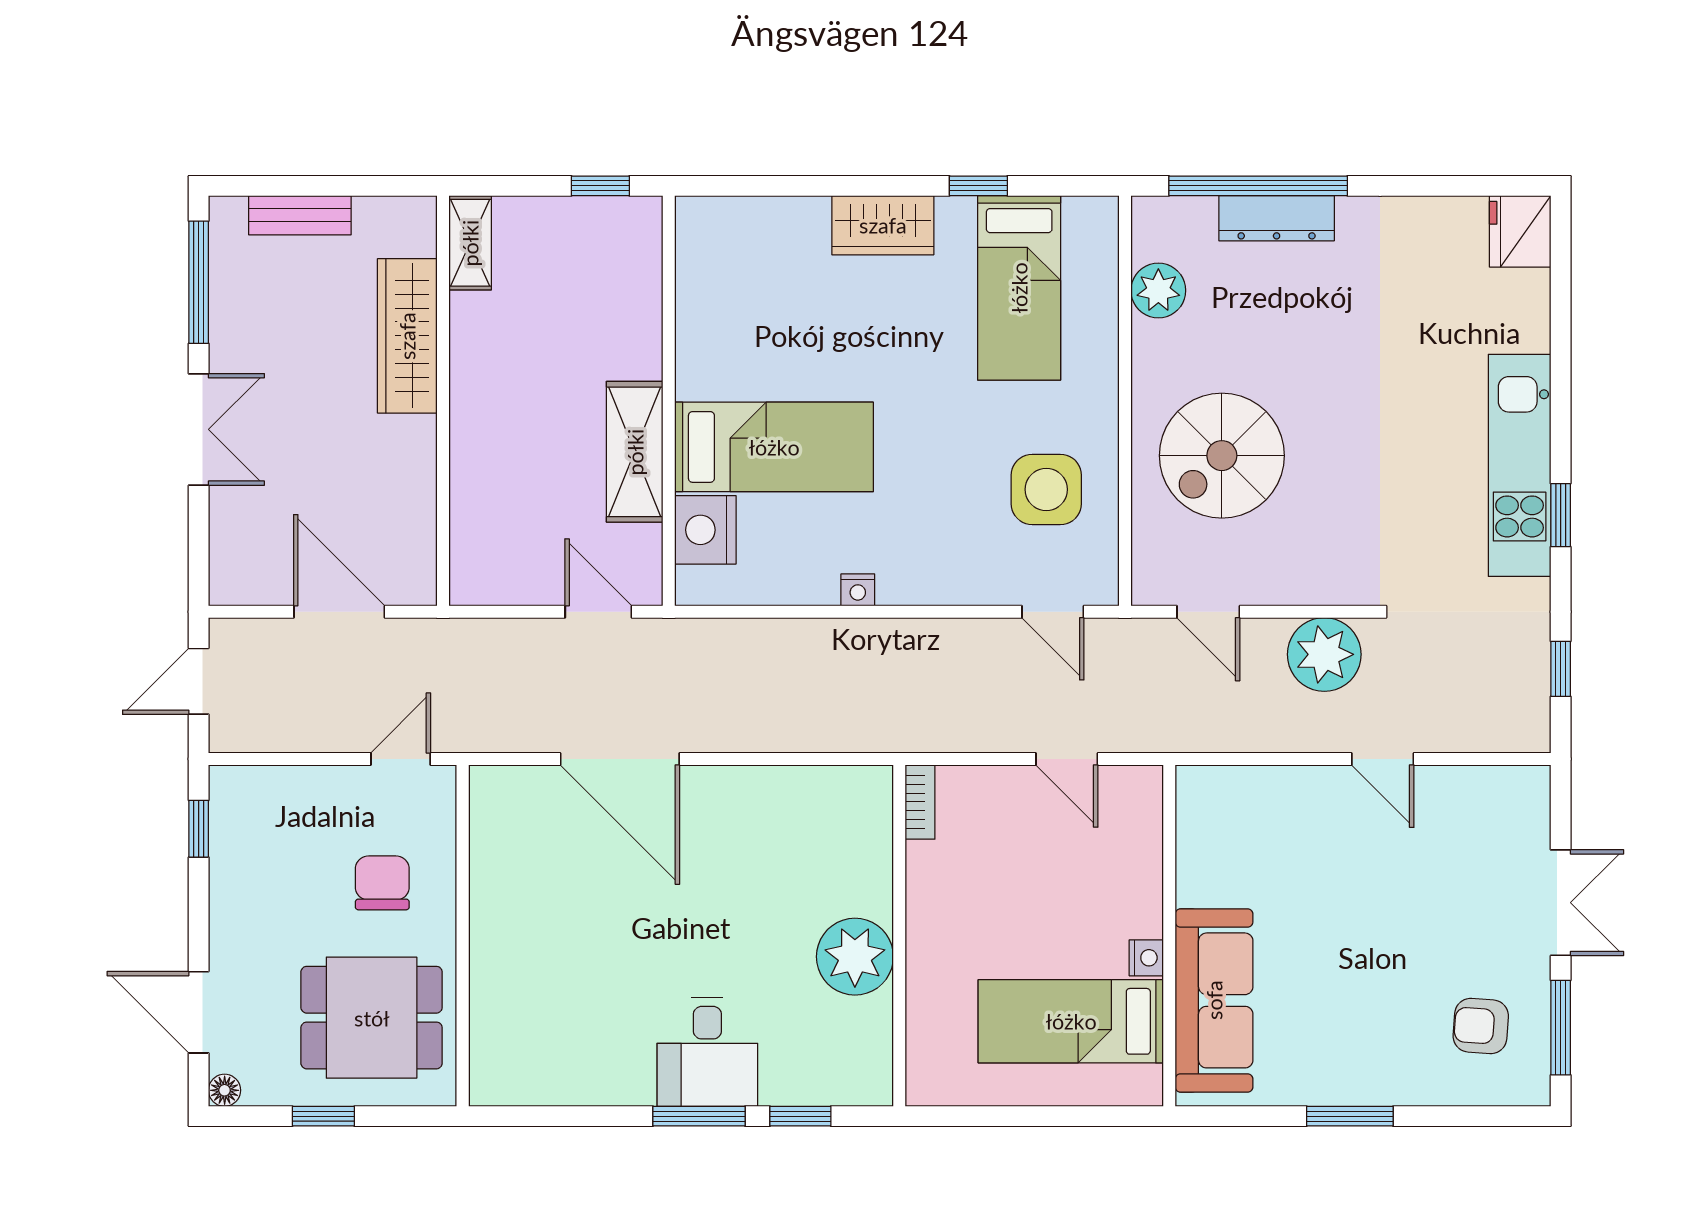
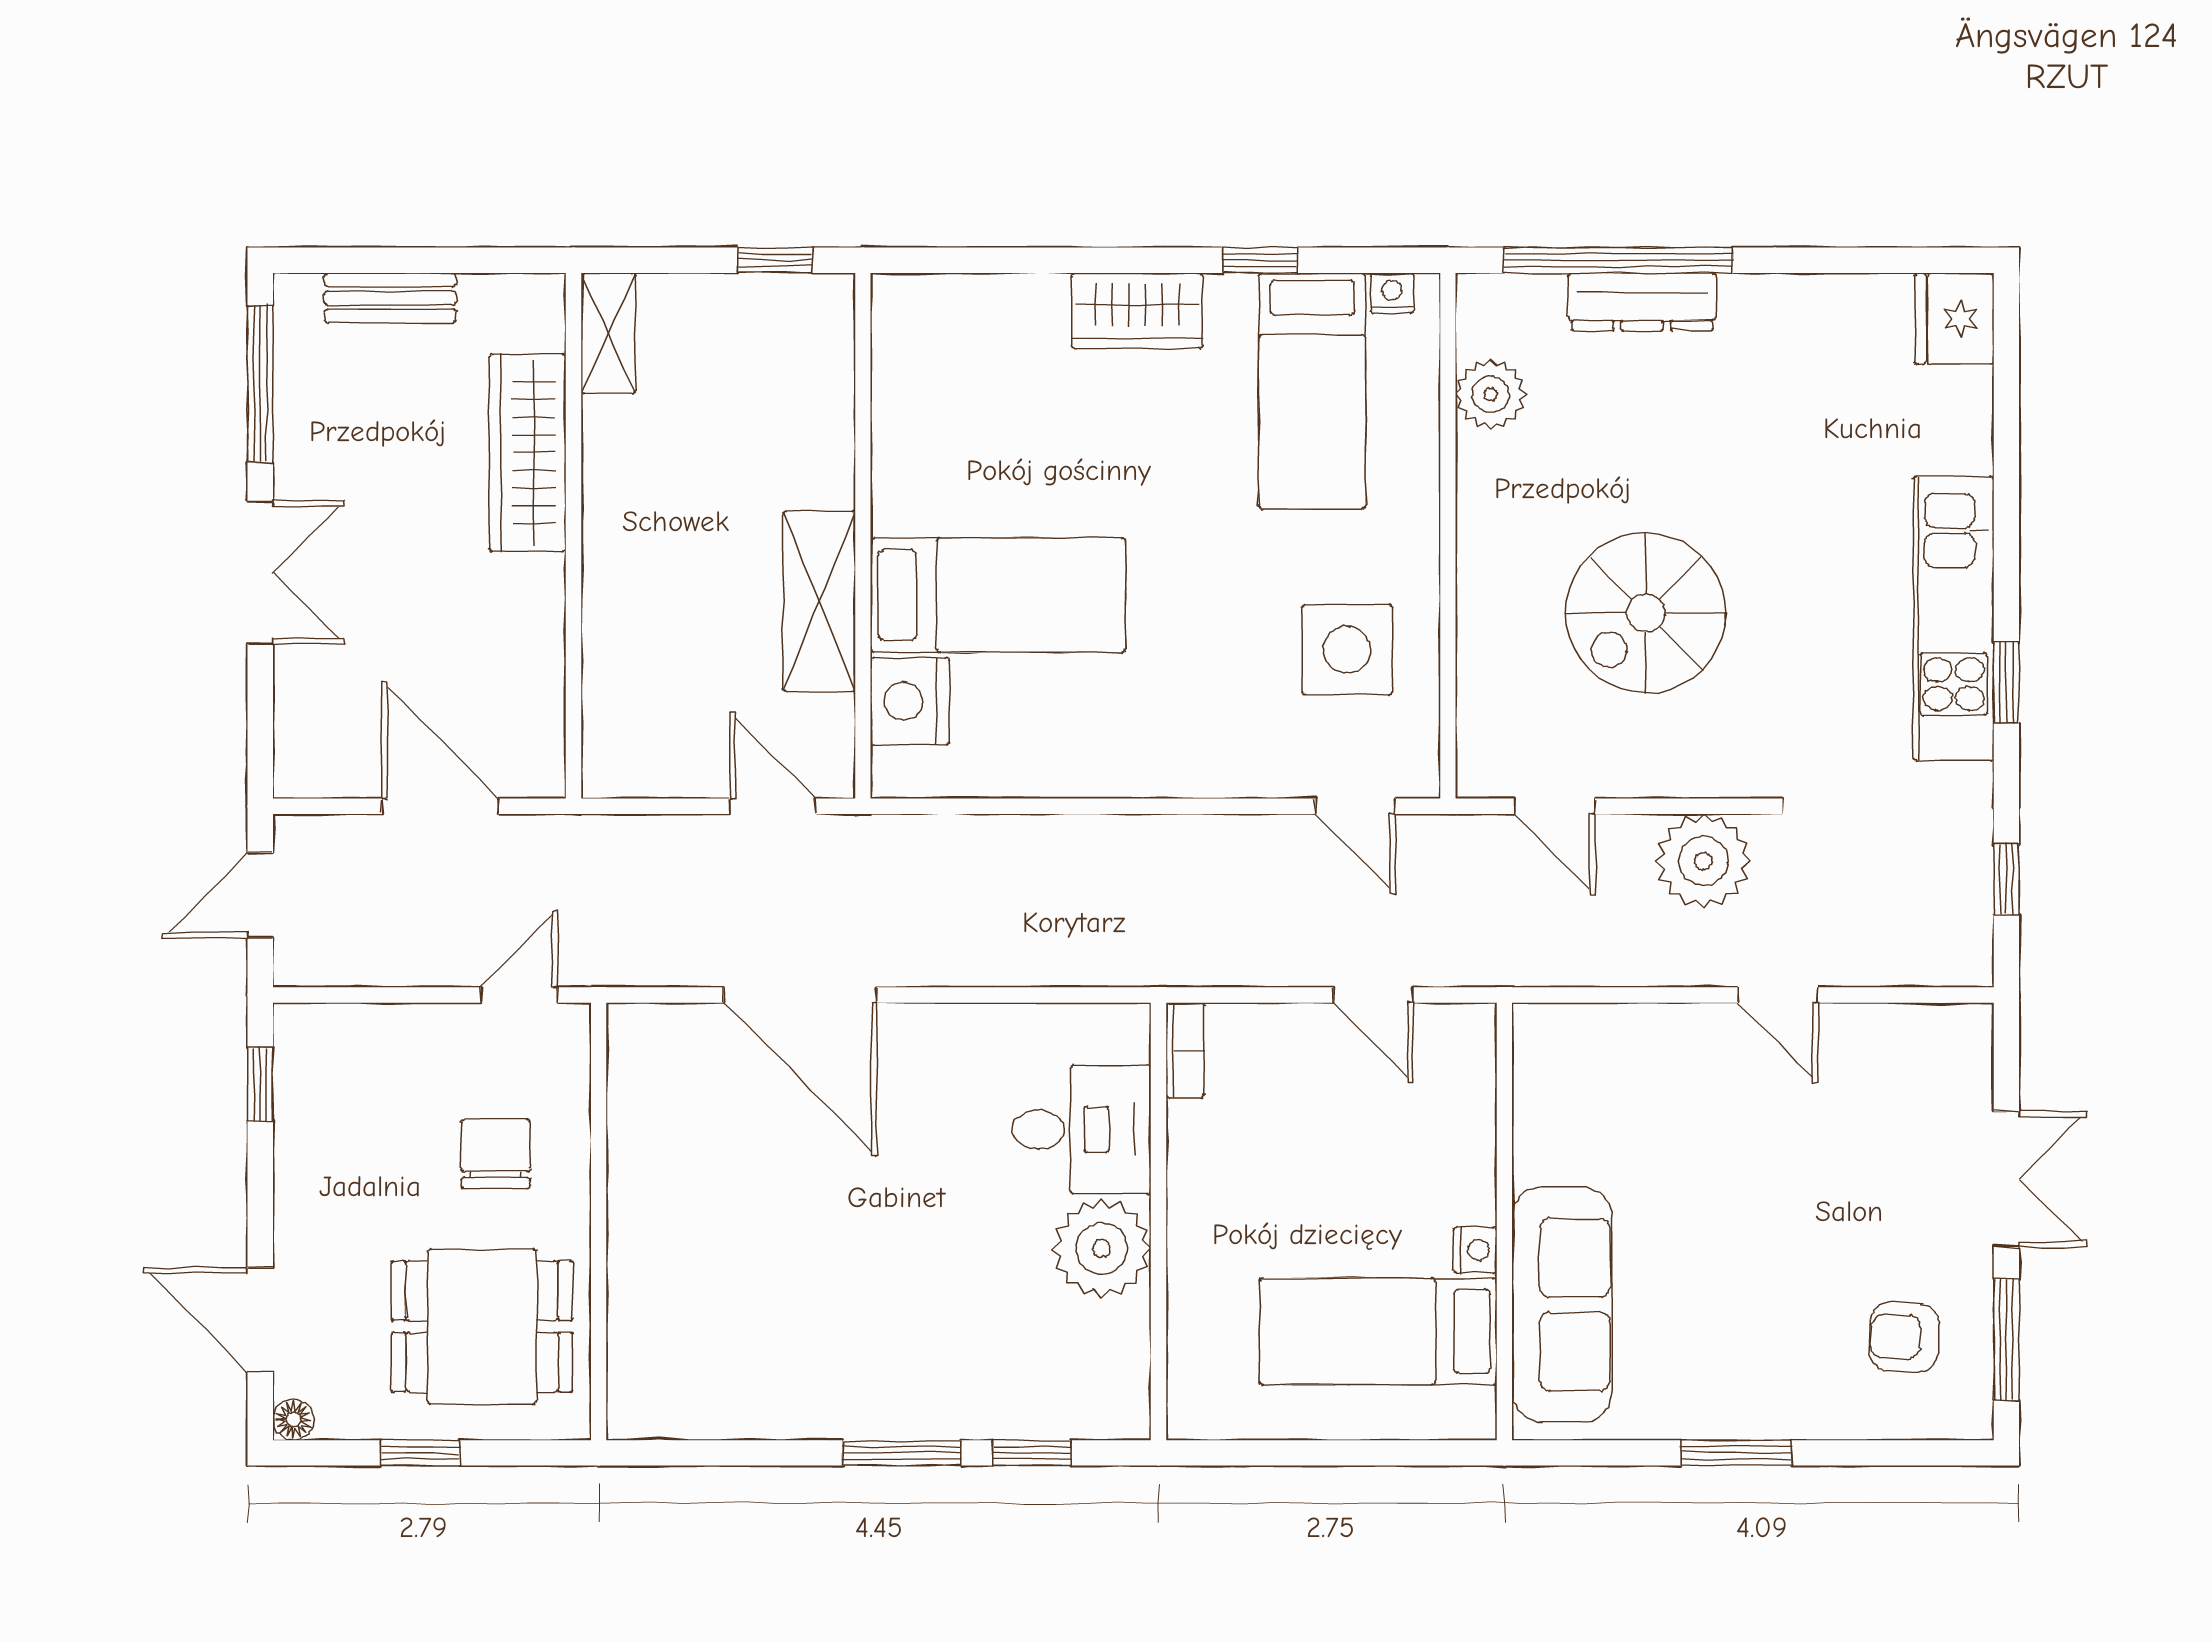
spiral stairs: (1222, 456) -> (1646, 613), moved
nightstand: (858, 590) -> (1392, 293), moved, turned 180
desk: (707, 1052) -> (1081, 1129), moved, turned -90

